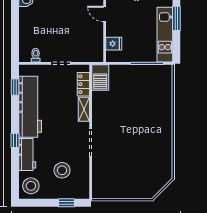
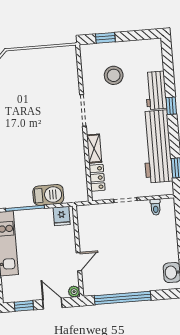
door: (105, 14) -> (79, 262), hinge flipped
fridge: (114, 44) -> (62, 216), moved, turned -90
barbecue: (100, 77) -> (48, 195), moved, turned 90
stool: (31, 186) -> (148, 54), removed

